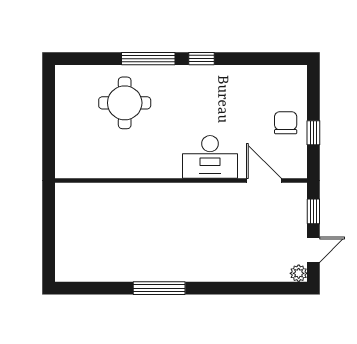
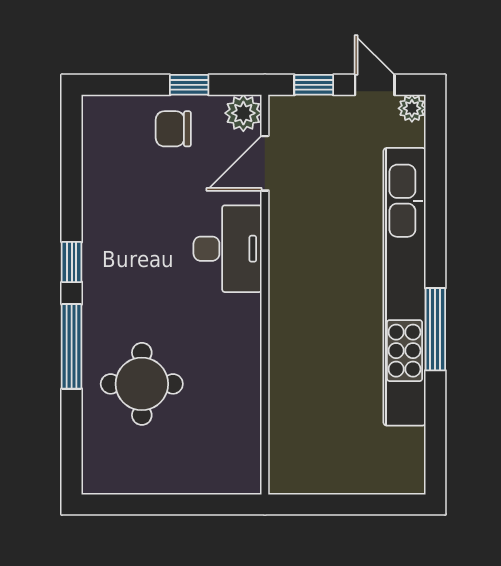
plant: (296, 167) -> (243, 113), added
kitchen unit: (186, 269) -> (405, 287), added

